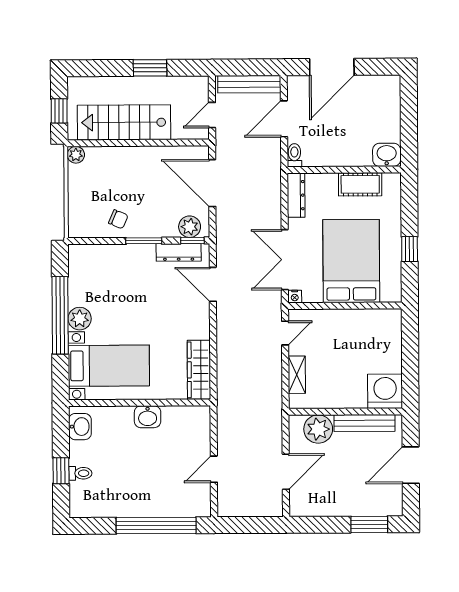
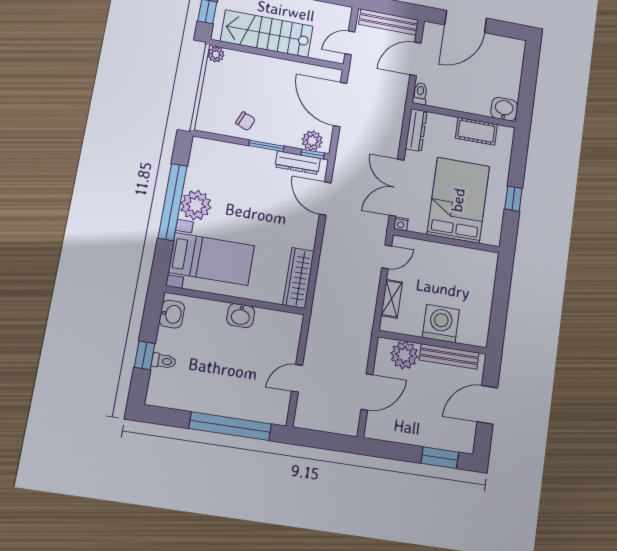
plant: (80, 319) -> (196, 205), width x1.36, depth x1.36
washing machine: (385, 391) -> (441, 324), moved

